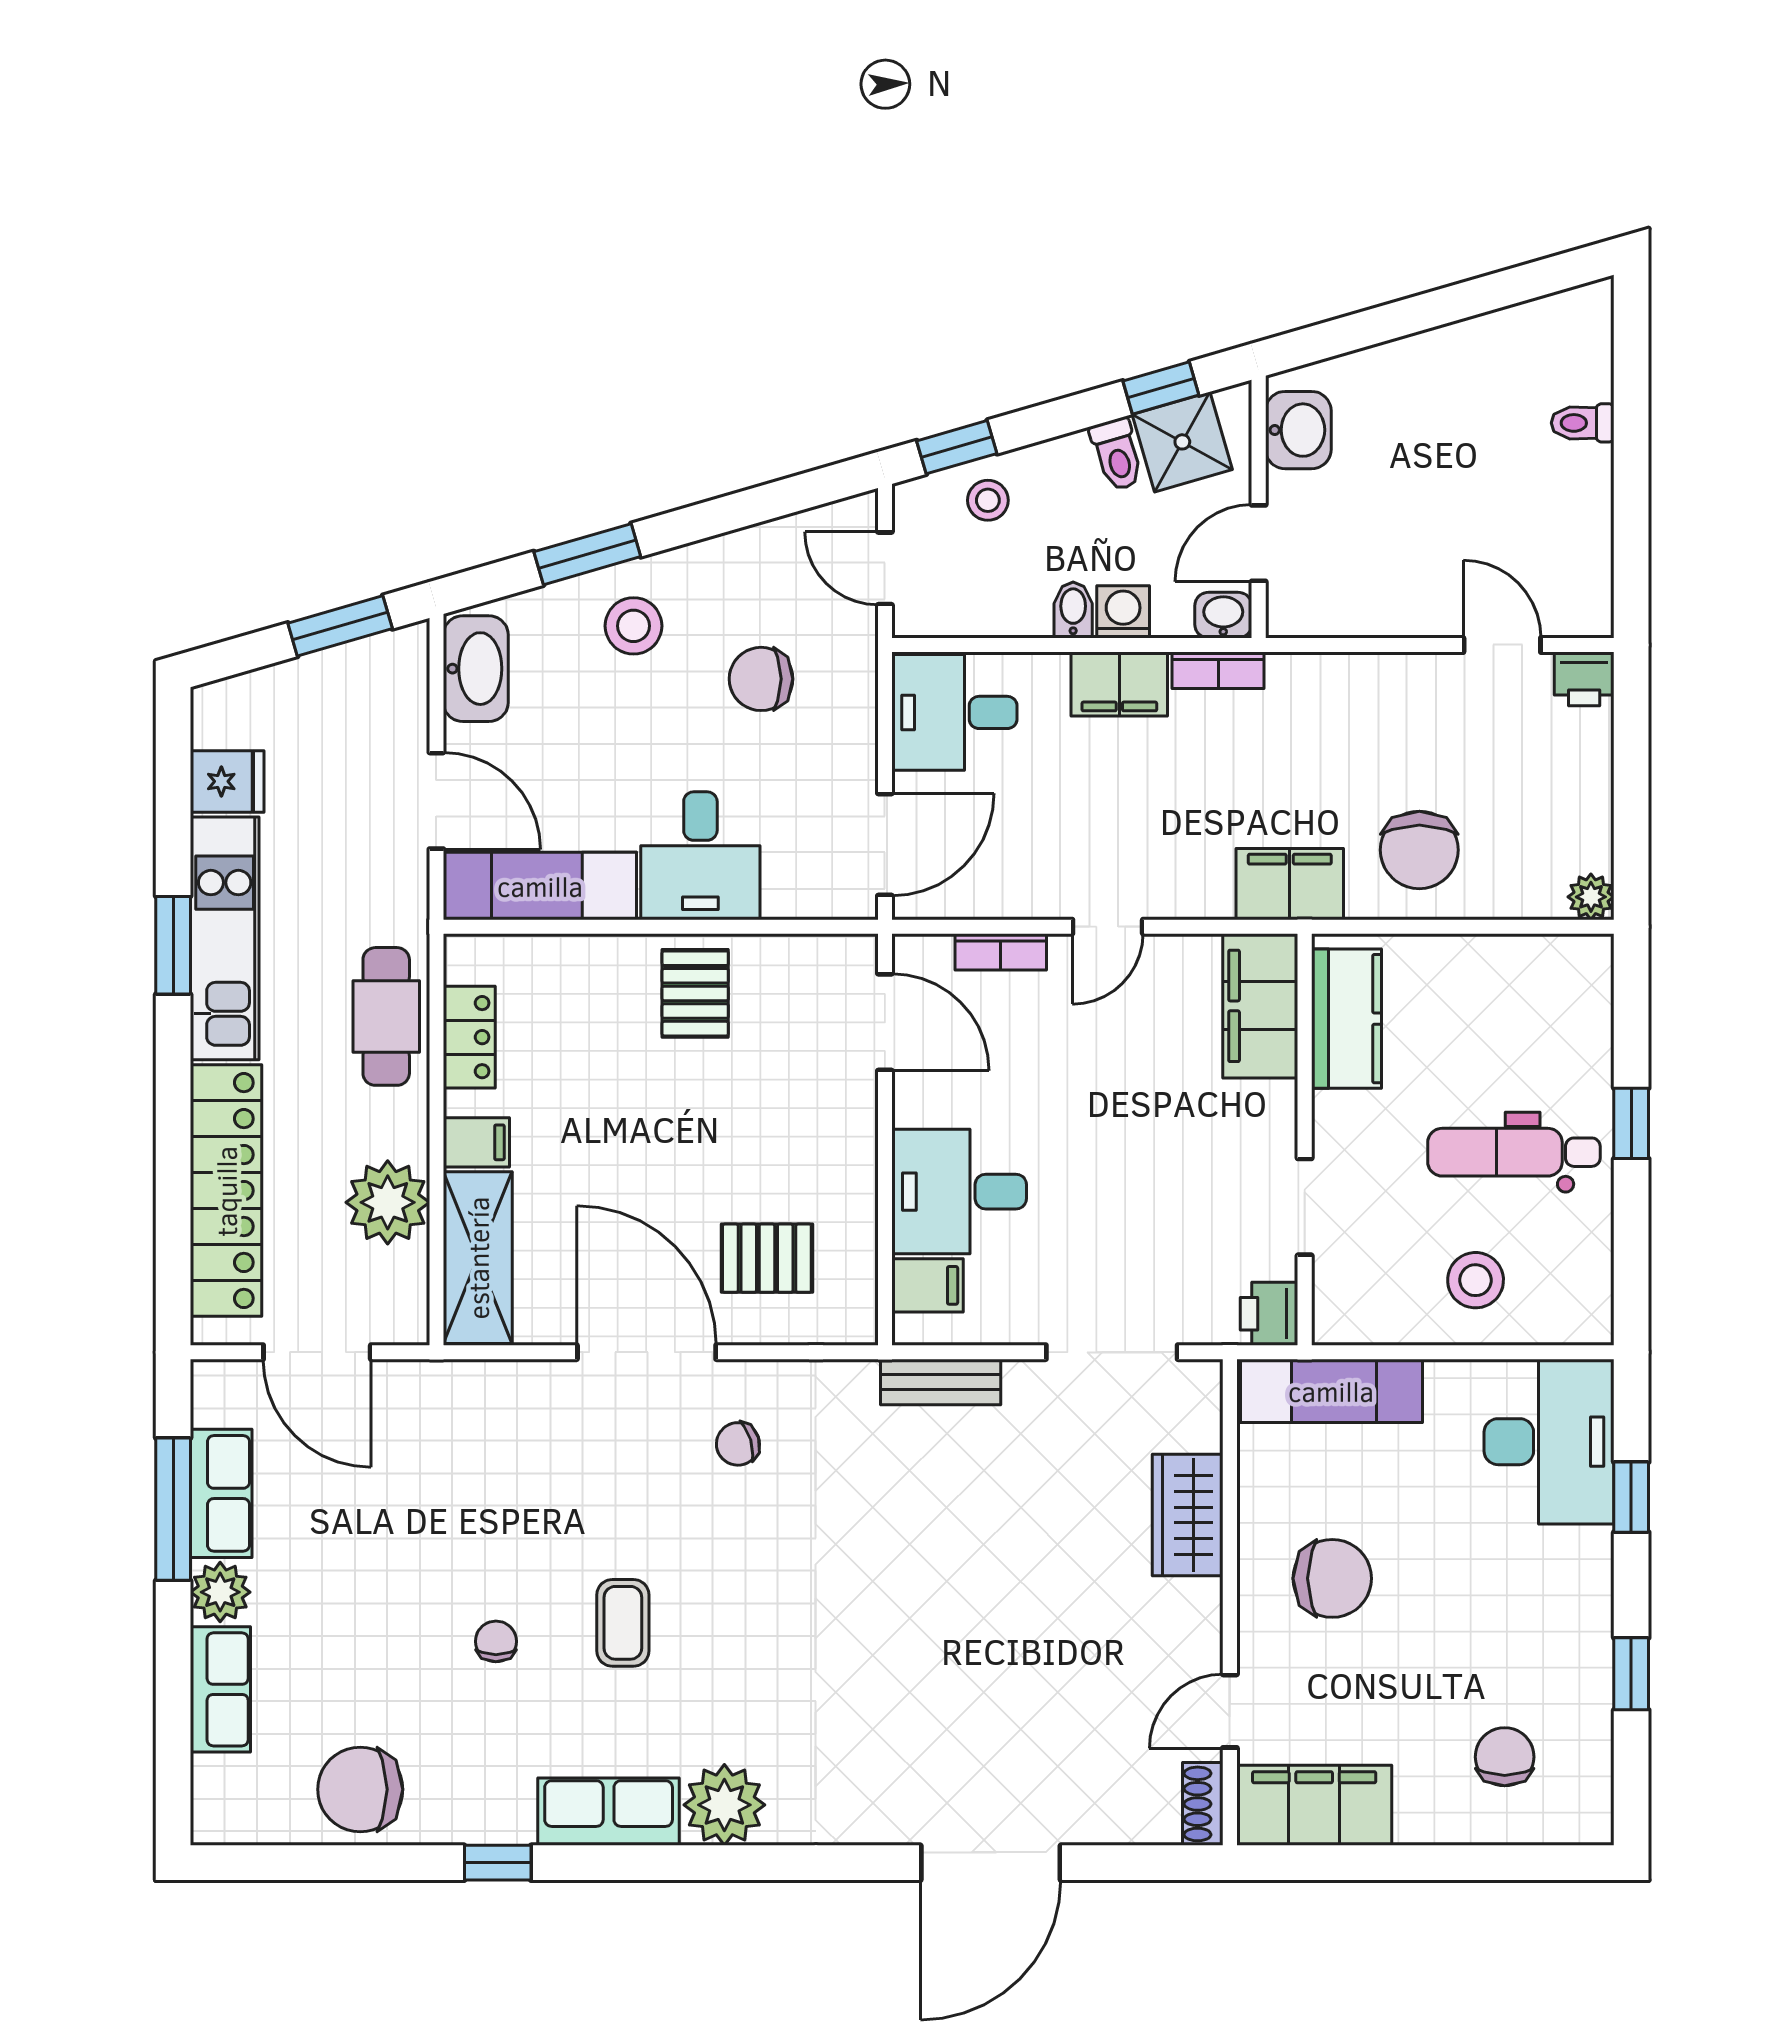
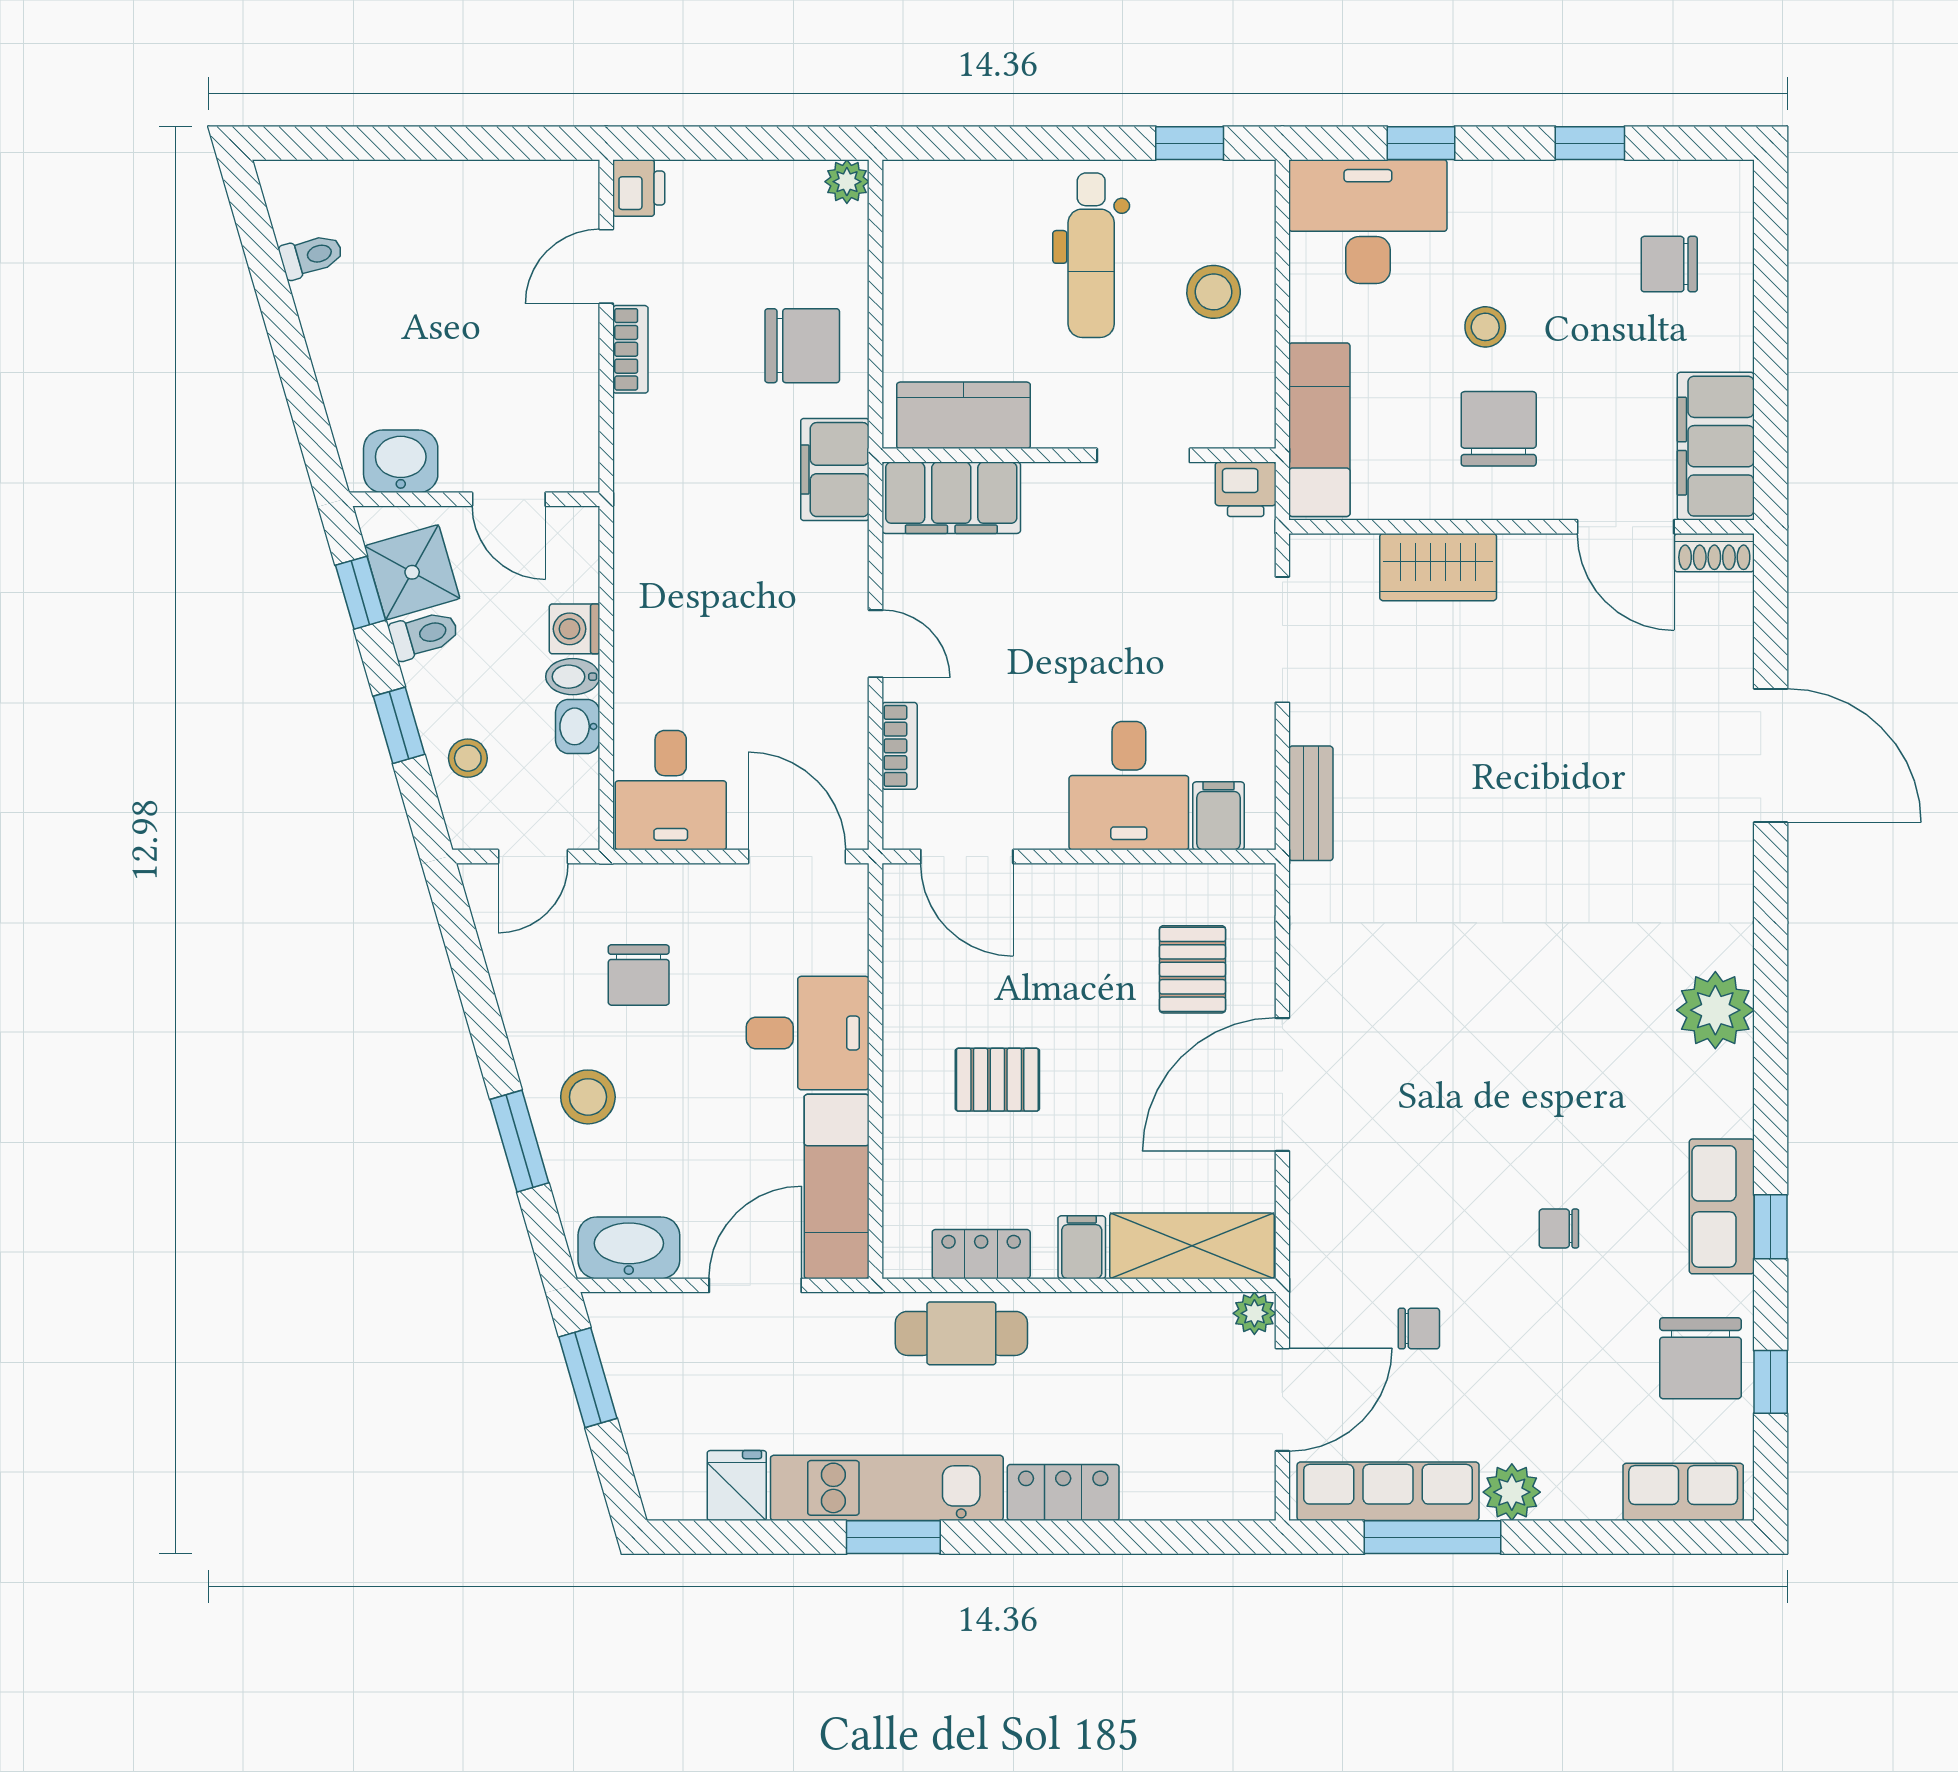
toilet: (1583, 423) -> (311, 256), moved, turned -106
window: (957, 447) -> (399, 725), moved
washbasin: (1223, 615) -> (578, 726), moved
bookcase: (1218, 670) -> (630, 349), moved
filing cabinet: (1119, 684) -> (644, 632), removed
pallet: (695, 993) -> (997, 1080), moved
door: (885, 1022) -> (967, 857), swing flipped
window: (1631, 1123) -> (1190, 143), moved
locker: (226, 1191) -> (1063, 1492), width x0.46, depth x0.83
plant: (388, 1202) -> (1254, 1313), moved, width x0.53, depth x0.53
chair: (738, 1444) -> (1419, 1328), moved, turned -73
row of seats: (221, 1493) -> (1388, 1491), width x1.48
stool: (1439, 1564) -> (1485, 327), added
coffee table: (623, 1623) -> (1541, 1107), removed
row of seats: (220, 1689) -> (1683, 1492), moved
door: (1230, 1711) -> (1626, 527), width x1.38
row of seats: (609, 1812) -> (1722, 1206), moved
window: (335, 1863) -> (1771, 1382), added

